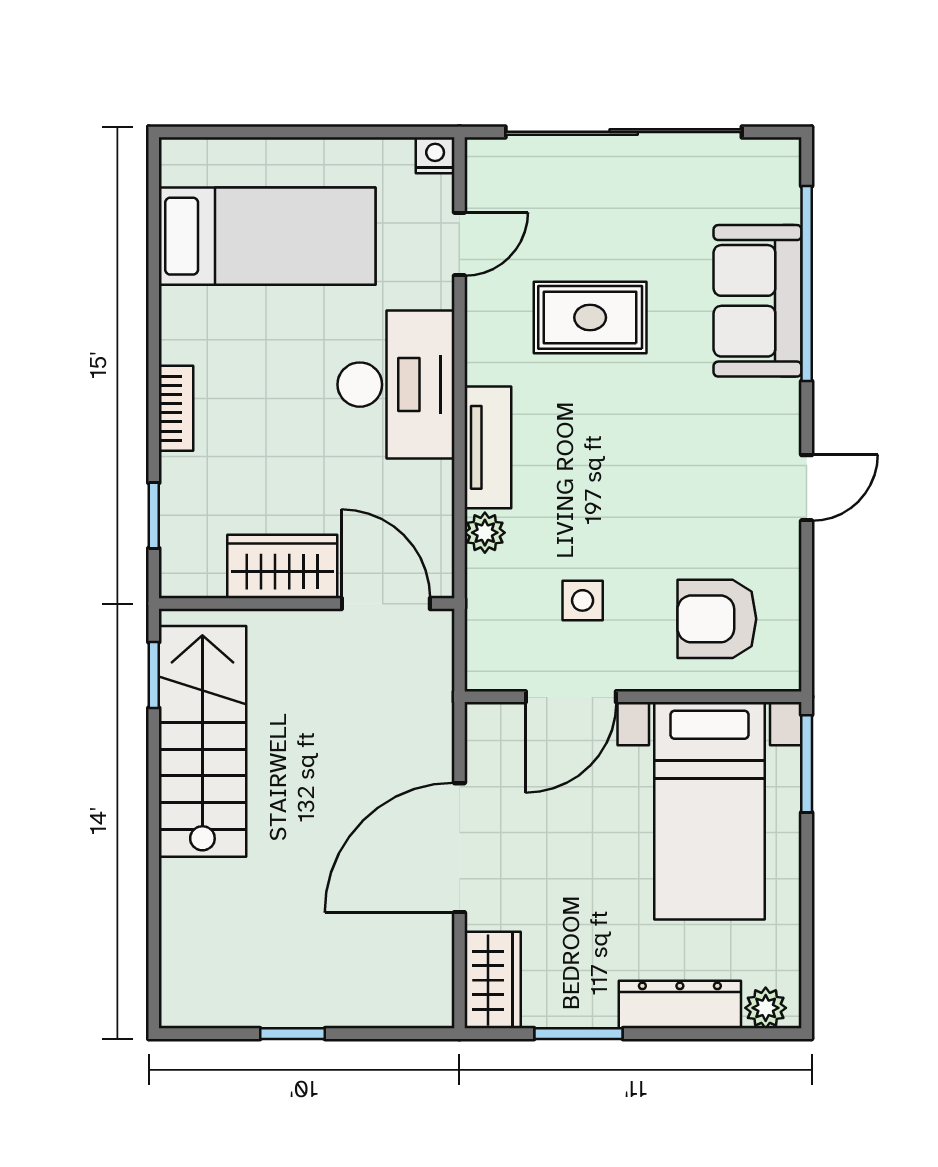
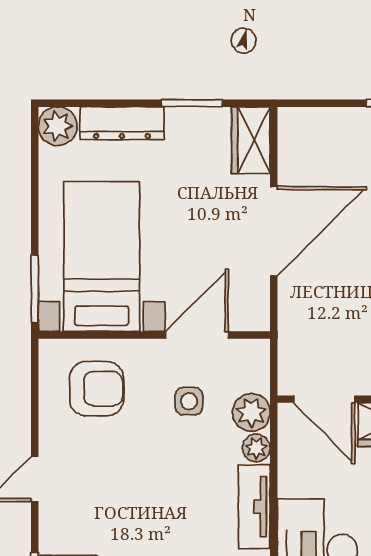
plant: (492, 584) -> (251, 412), added
plant: (766, 1008) -> (58, 126), width x1.38, depth x1.38

